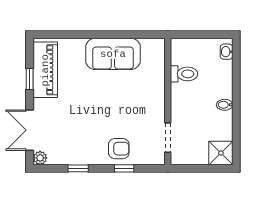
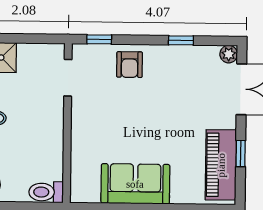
toilet: (184, 74) -> (46, 192), moved
armchair: (119, 149) -> (130, 65), turned -90
window: (124, 168) -> (99, 39), moved

